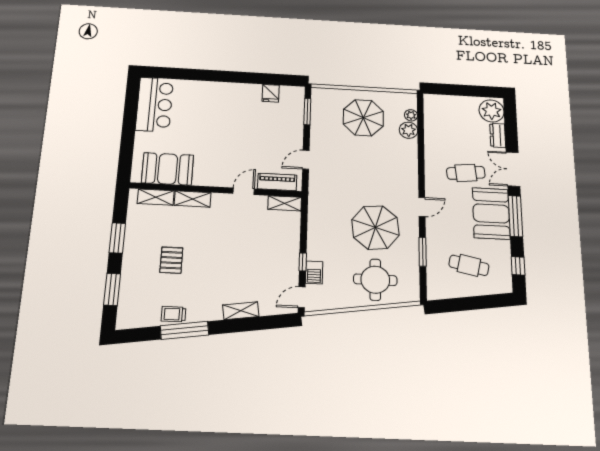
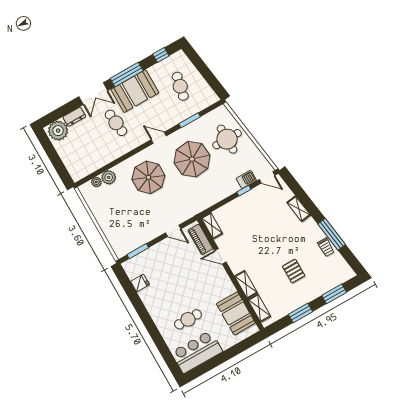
cafe table: (197, 117) -> (188, 319), added
parasol: (363, 118) -> (148, 177), moved
pallet: (171, 260) -> (294, 271), turned 90

